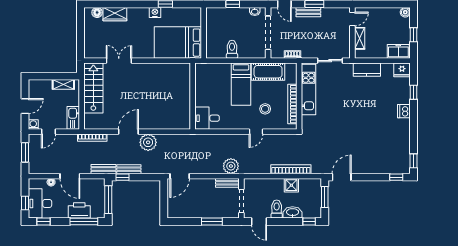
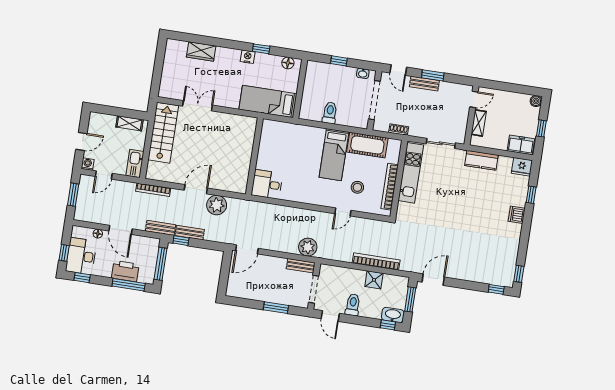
floor lamp: (97, 12) -> (288, 63), moved
bed: (178, 43) -> (268, 102), width x0.67
wall: (193, 96) -> (254, 156), moved
desk: (207, 118) -> (267, 184), moved
washbasin: (293, 212) -> (393, 315), moved

